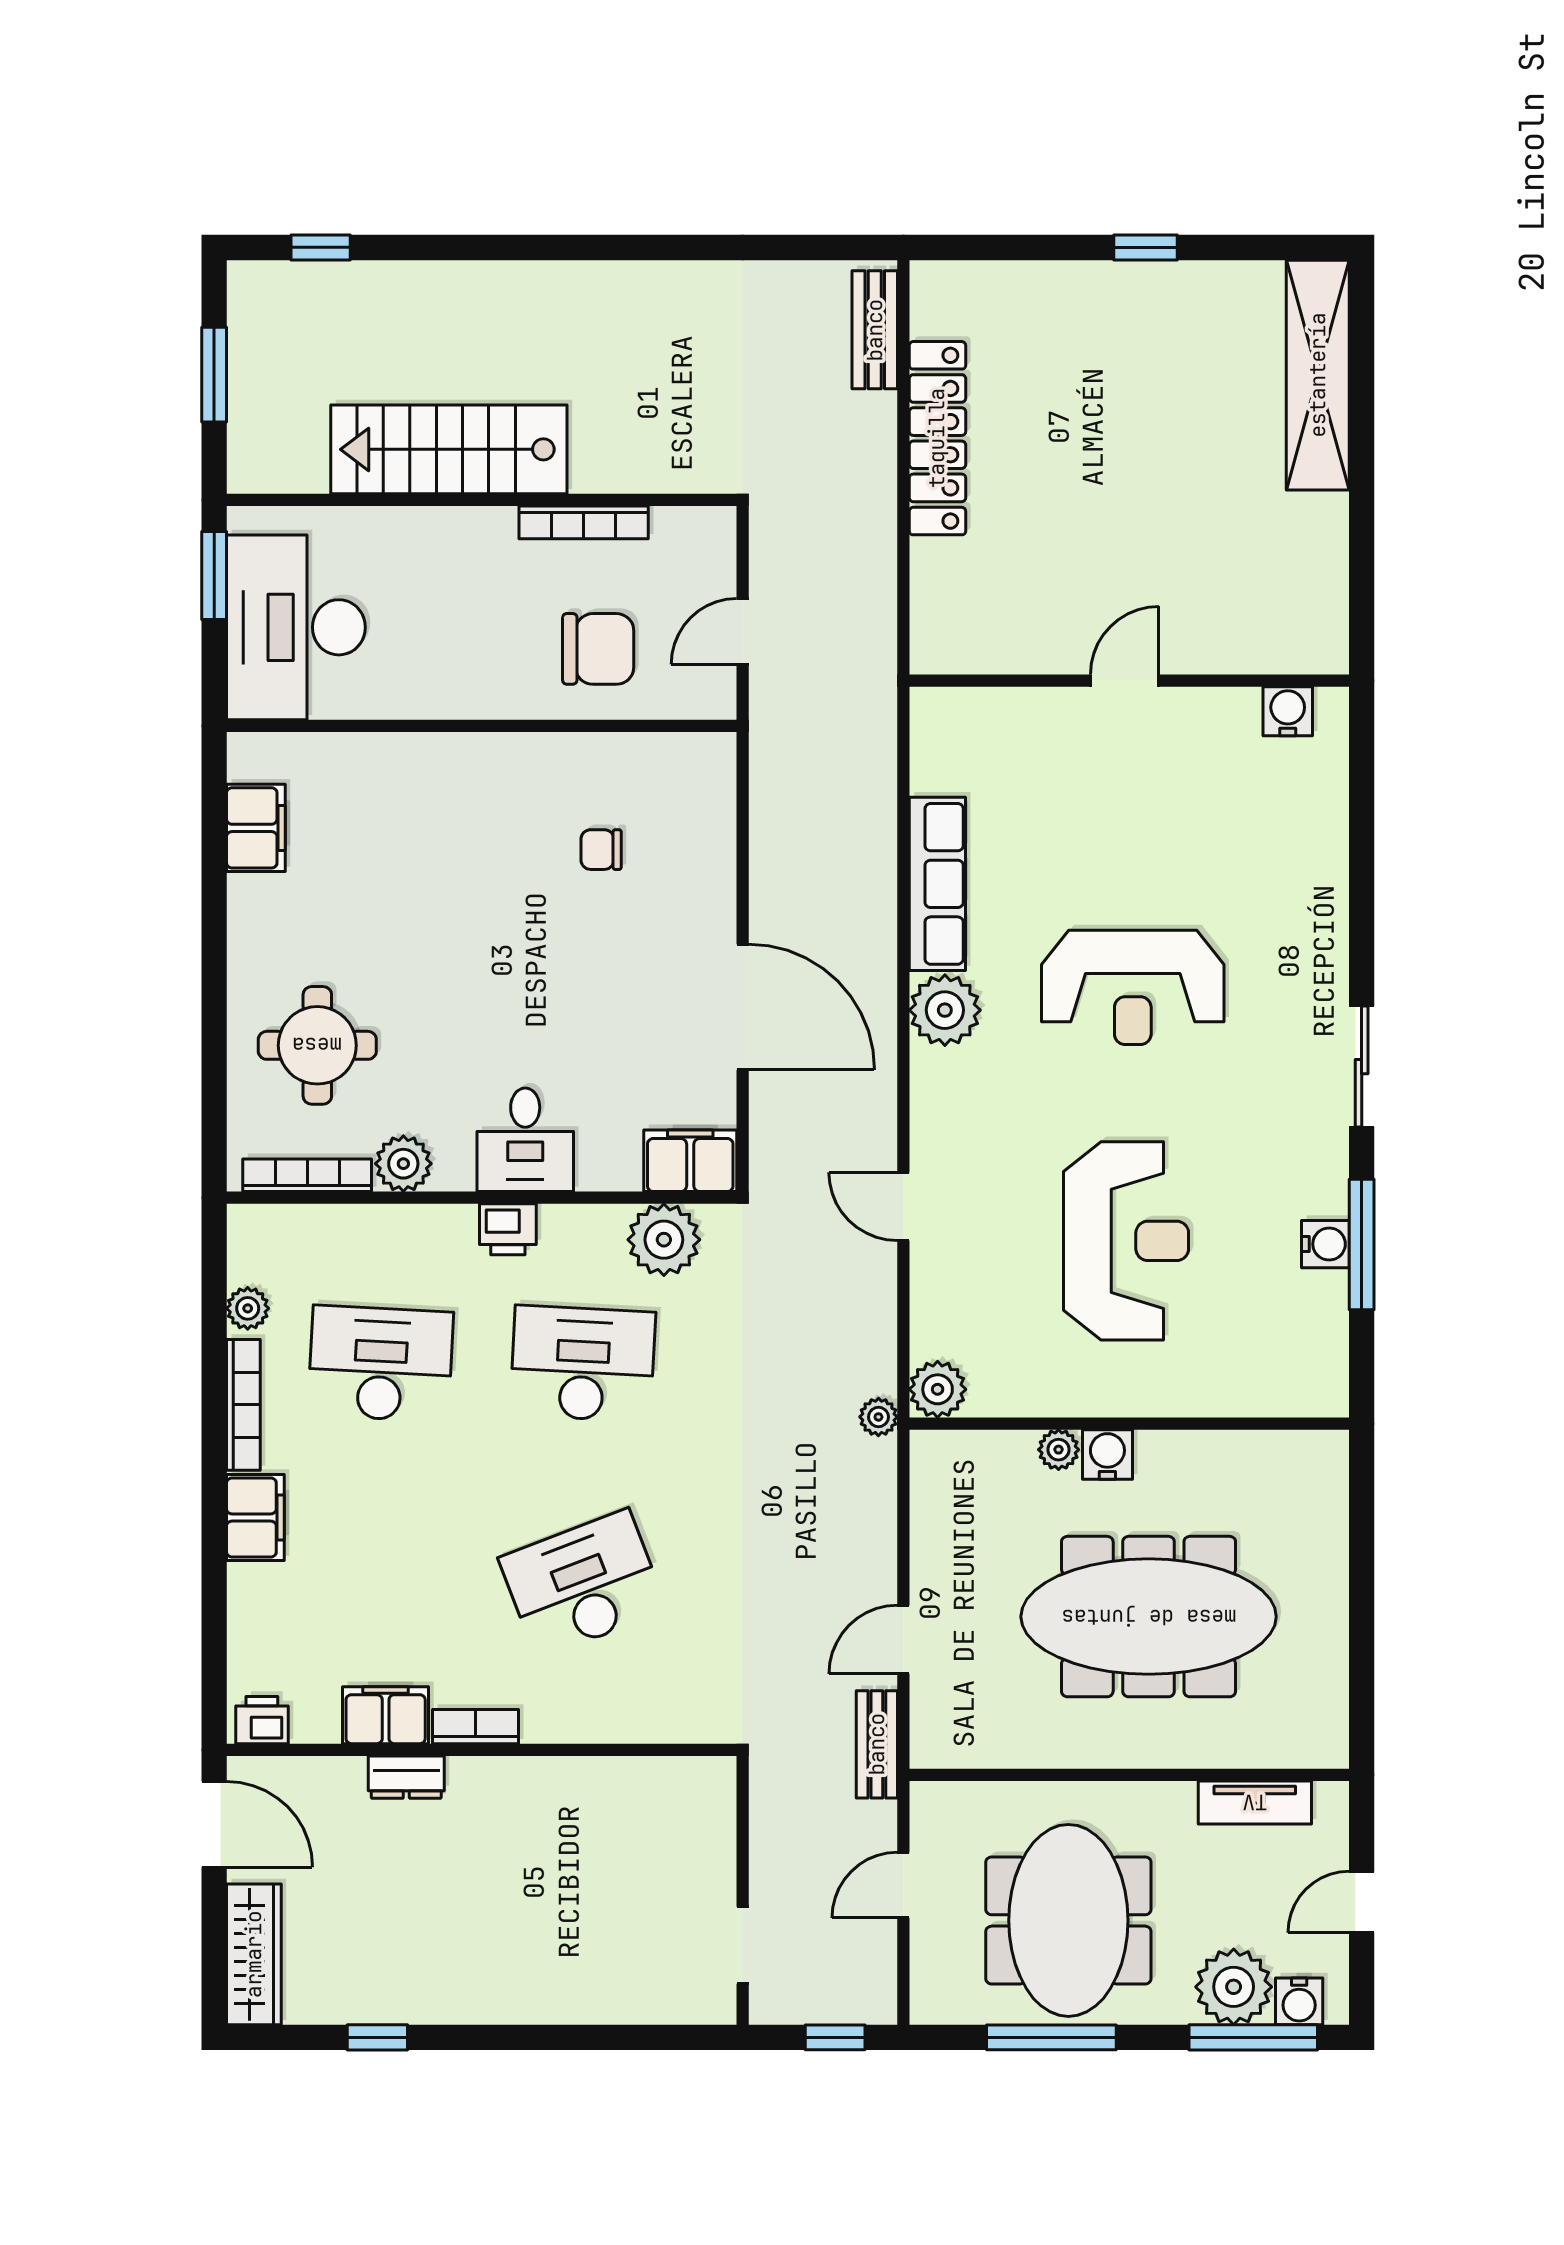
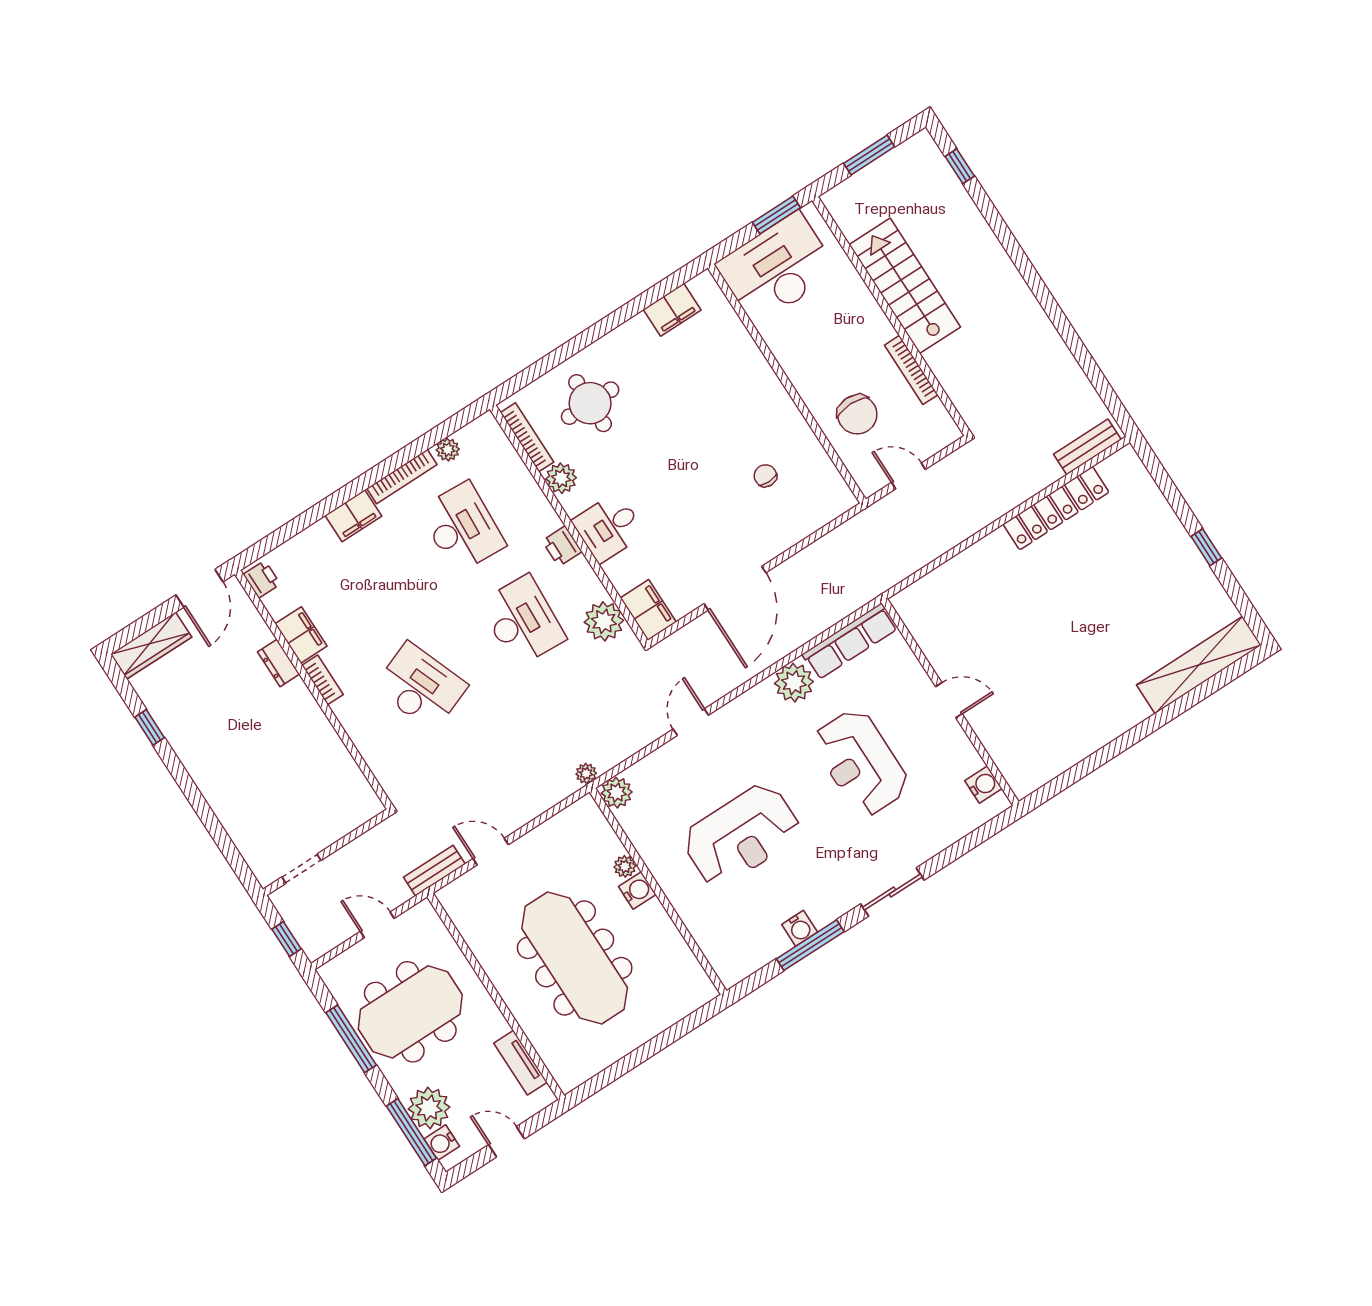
door: (1125, 681) -> (949, 700), moved
wall: (1129, 681) -> (950, 702), moved
water cooler: (1288, 711) -> (983, 785), moved

